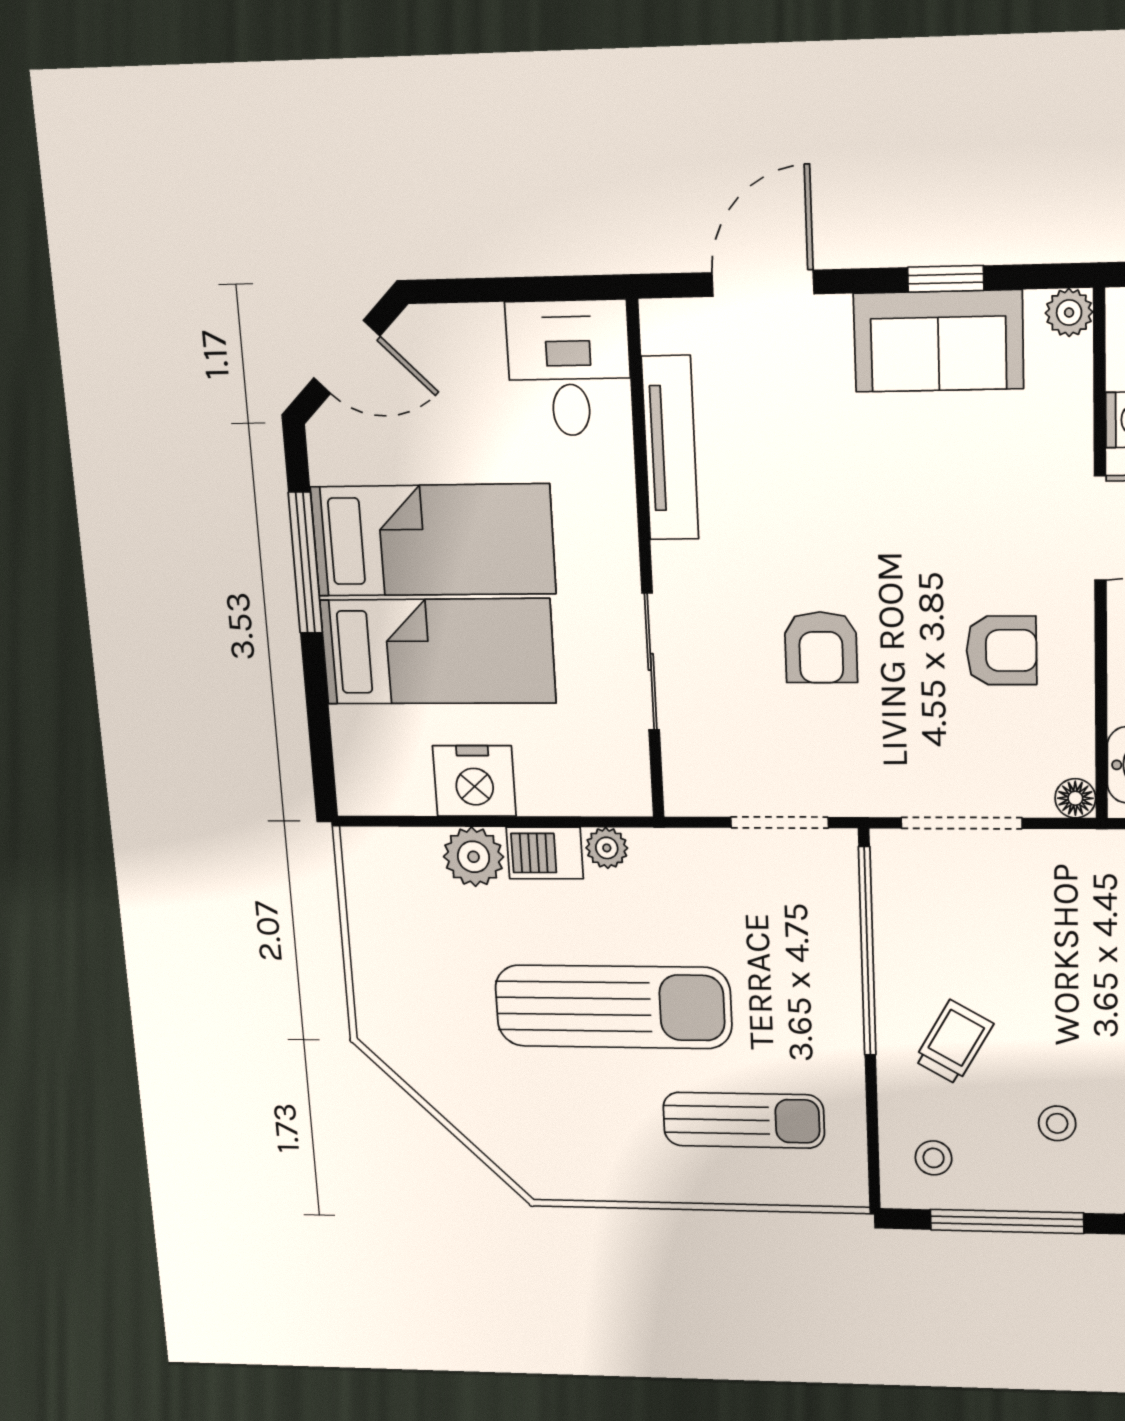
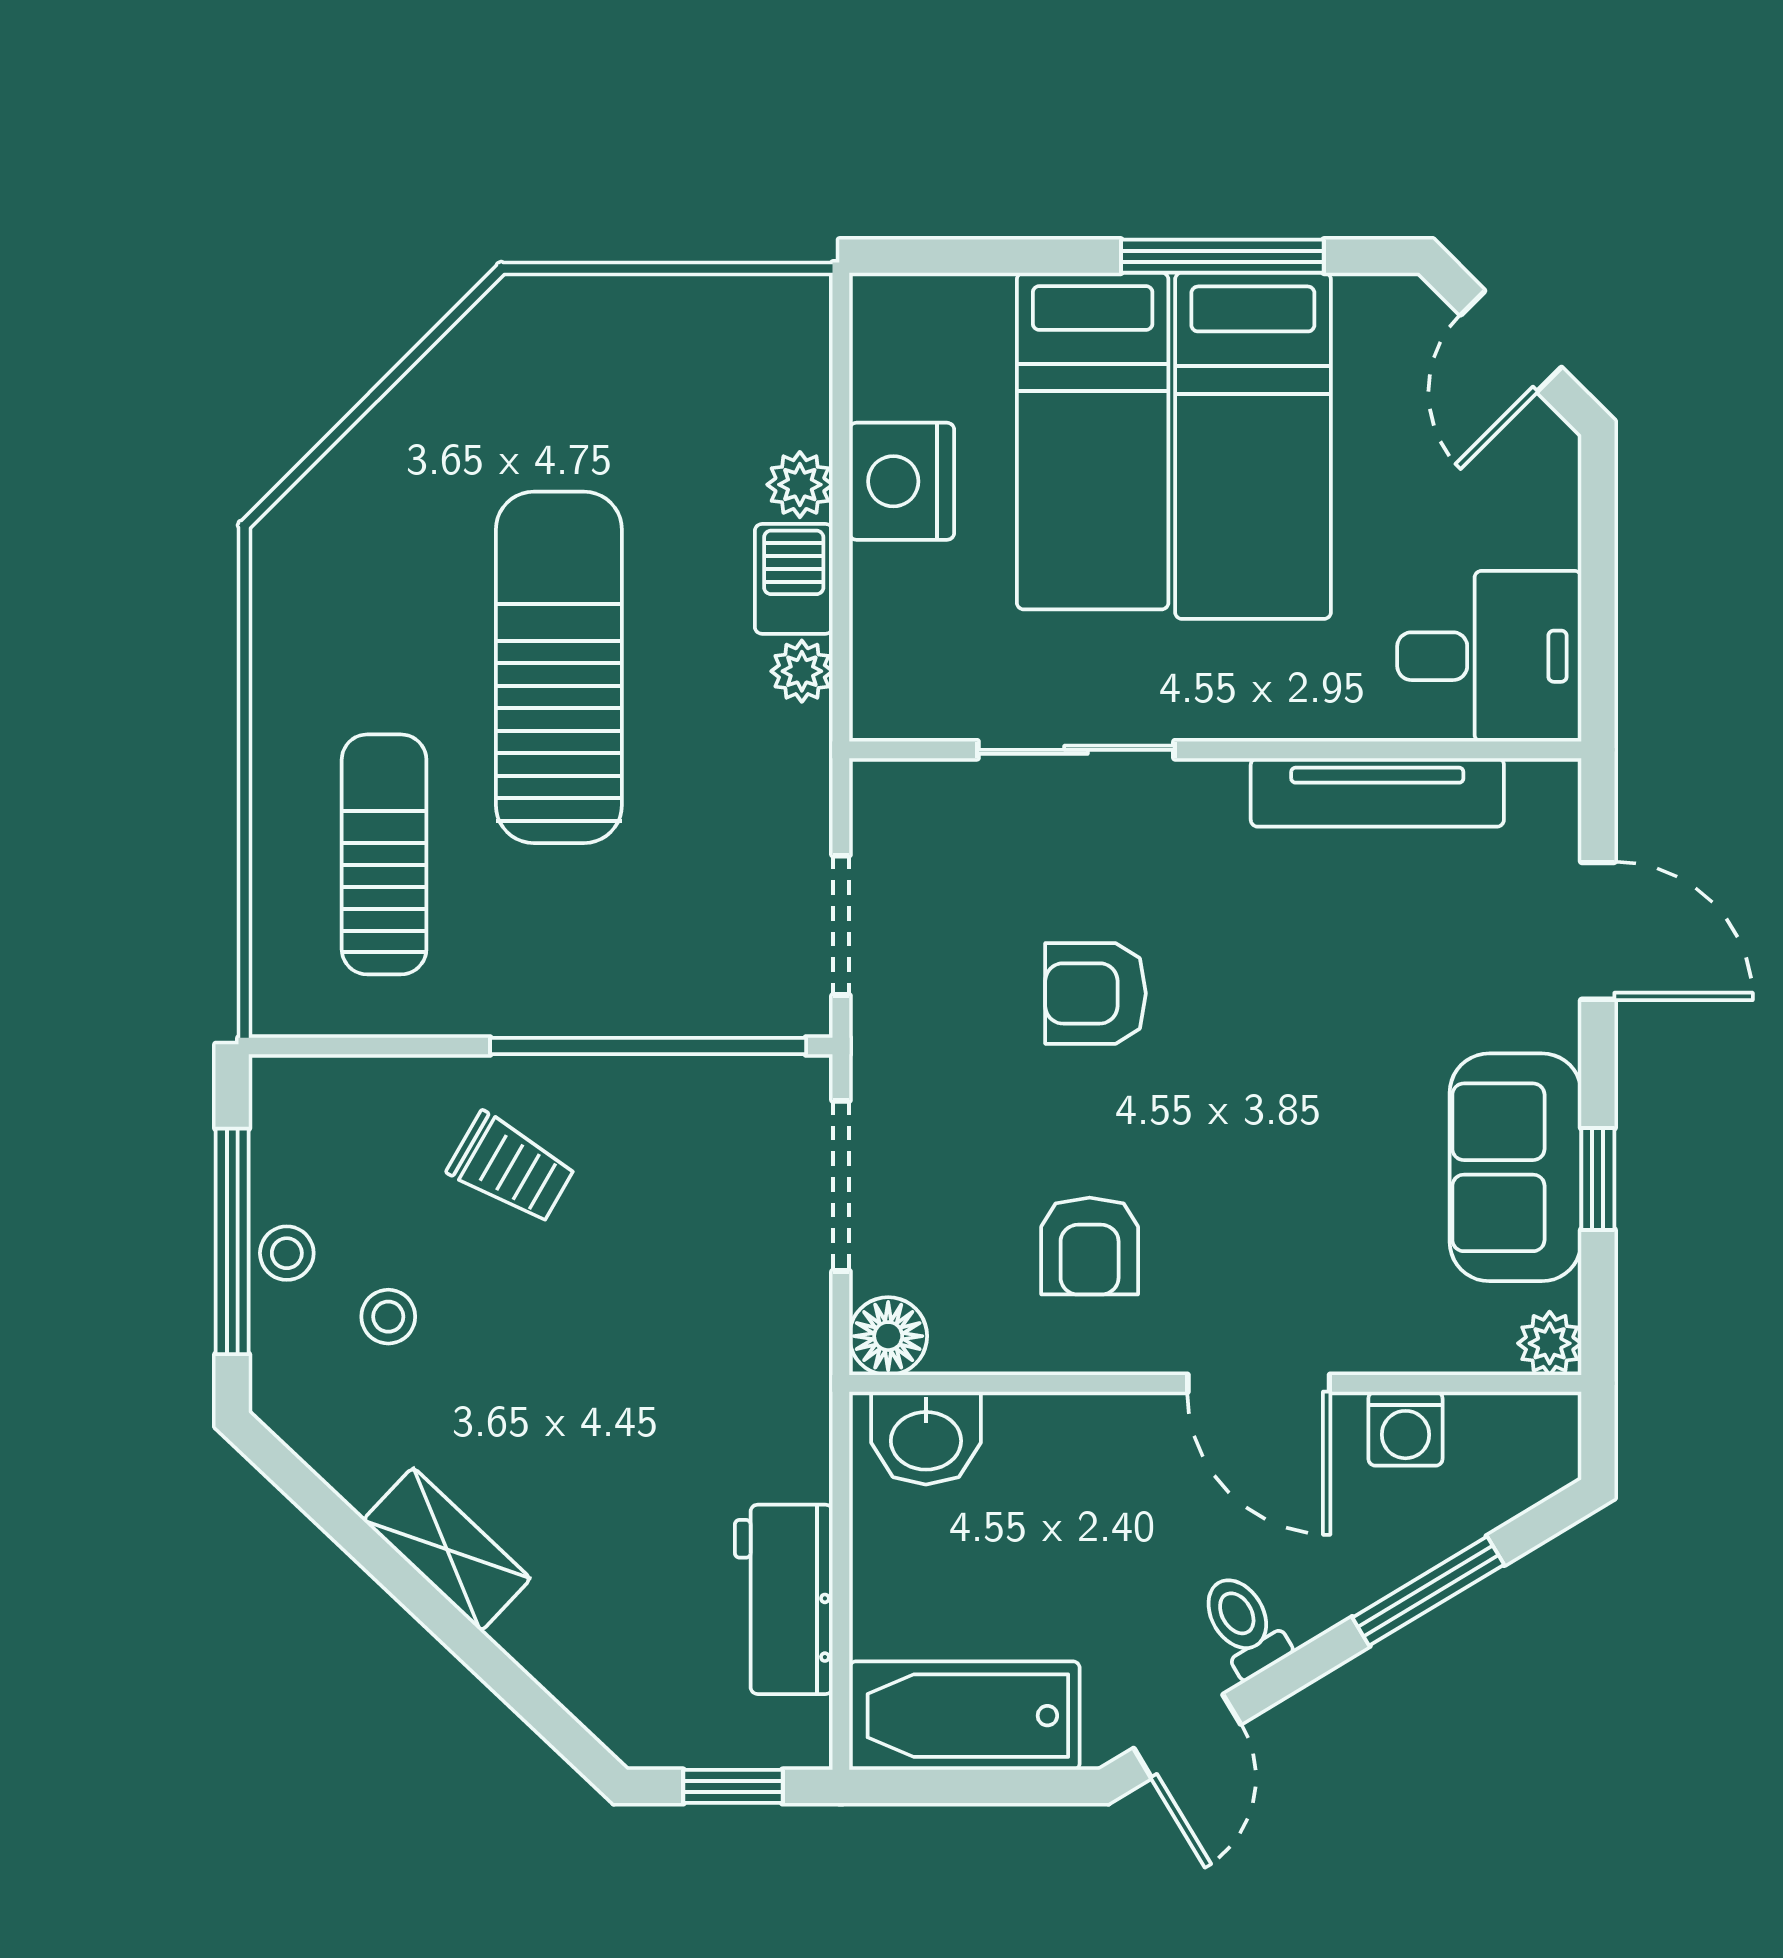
floor lamp: (1075, 798) -> (888, 1336), width x1.37, depth x1.37
plant: (474, 857) -> (800, 485), width x0.73, depth x0.73
sun lounger: (613, 1007) -> (559, 667), turned 180
sun lounger: (744, 1120) -> (384, 854), turned 180
stool: (934, 1158) -> (287, 1253), moved

